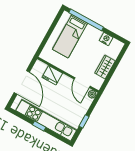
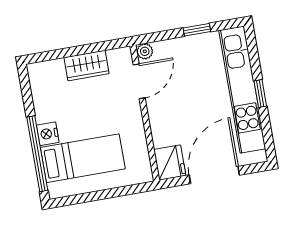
nightstand: (106, 39) -> (48, 134), moved
fridge: (52, 75) -> (170, 163), moved

